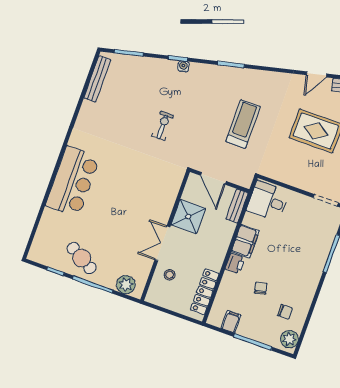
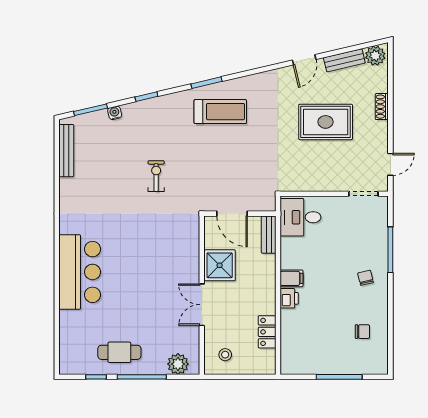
water cooler: (183, 66) -> (115, 113), moved
treadmill: (243, 124) -> (220, 112), moved, turned 90
filing cabinet: (245, 241) -> (291, 278), width x0.50
cafe table: (82, 258) -> (119, 352), turned -30
stool: (170, 275) -> (225, 355), moved
chair: (261, 288) -> (366, 278), moved
locker: (205, 292) -> (267, 332), width x0.66
filing cabinet: (231, 322) -> (307, 363), removed
plant: (289, 339) -> (378, 360), removed

